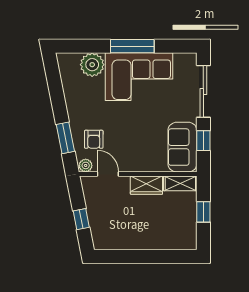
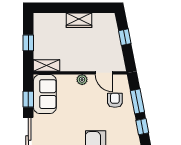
window: (59, 106) -> (142, 127), added
plant: (86, 165) -> (82, 80), moved
wardrobe: (146, 185) -> (79, 20), moved, turned 180

